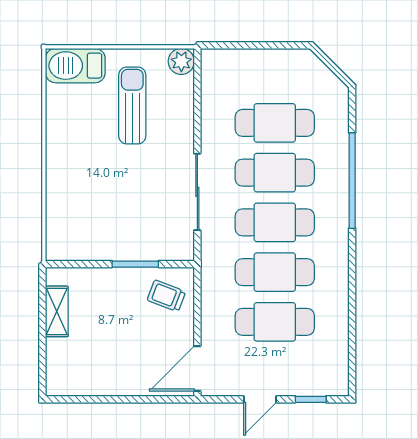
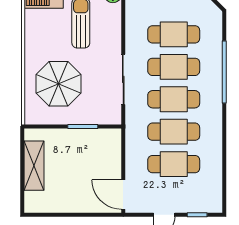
parasol: (98, 198) -> (59, 84), added
trolley: (166, 296) -> (103, 147), removed
shelving: (57, 311) -> (34, 166), width x1.50, depth x1.33
door: (197, 369) -> (123, 195), hinge flipped

